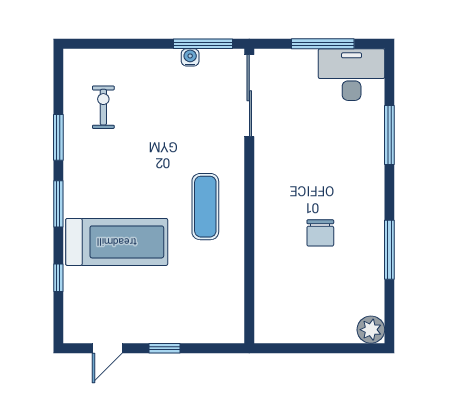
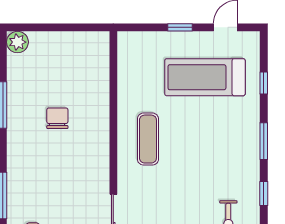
window: (58, 137) -> (264, 194), width x0.67
treadmill: (117, 242) -> (205, 77), moved

